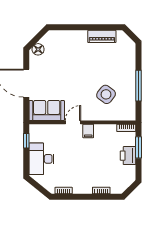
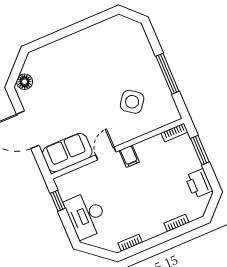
piano: (102, 36) -> (97, 32), removed
printer: (128, 156) -> (199, 183), moved

